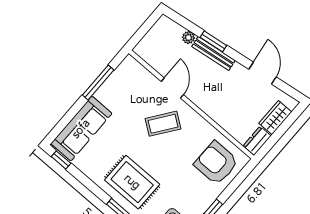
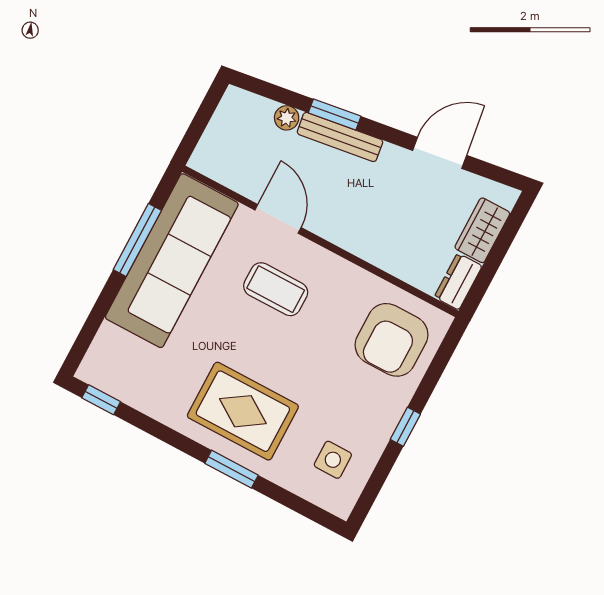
door: (262, 73) -> (440, 153), hinge flipped
coffee table: (163, 124) -> (276, 289), turned 54
sofa: (81, 129) -> (172, 261), moved, width x1.36, depth x1.27
armchair: (216, 163) -> (392, 340), turned -90

